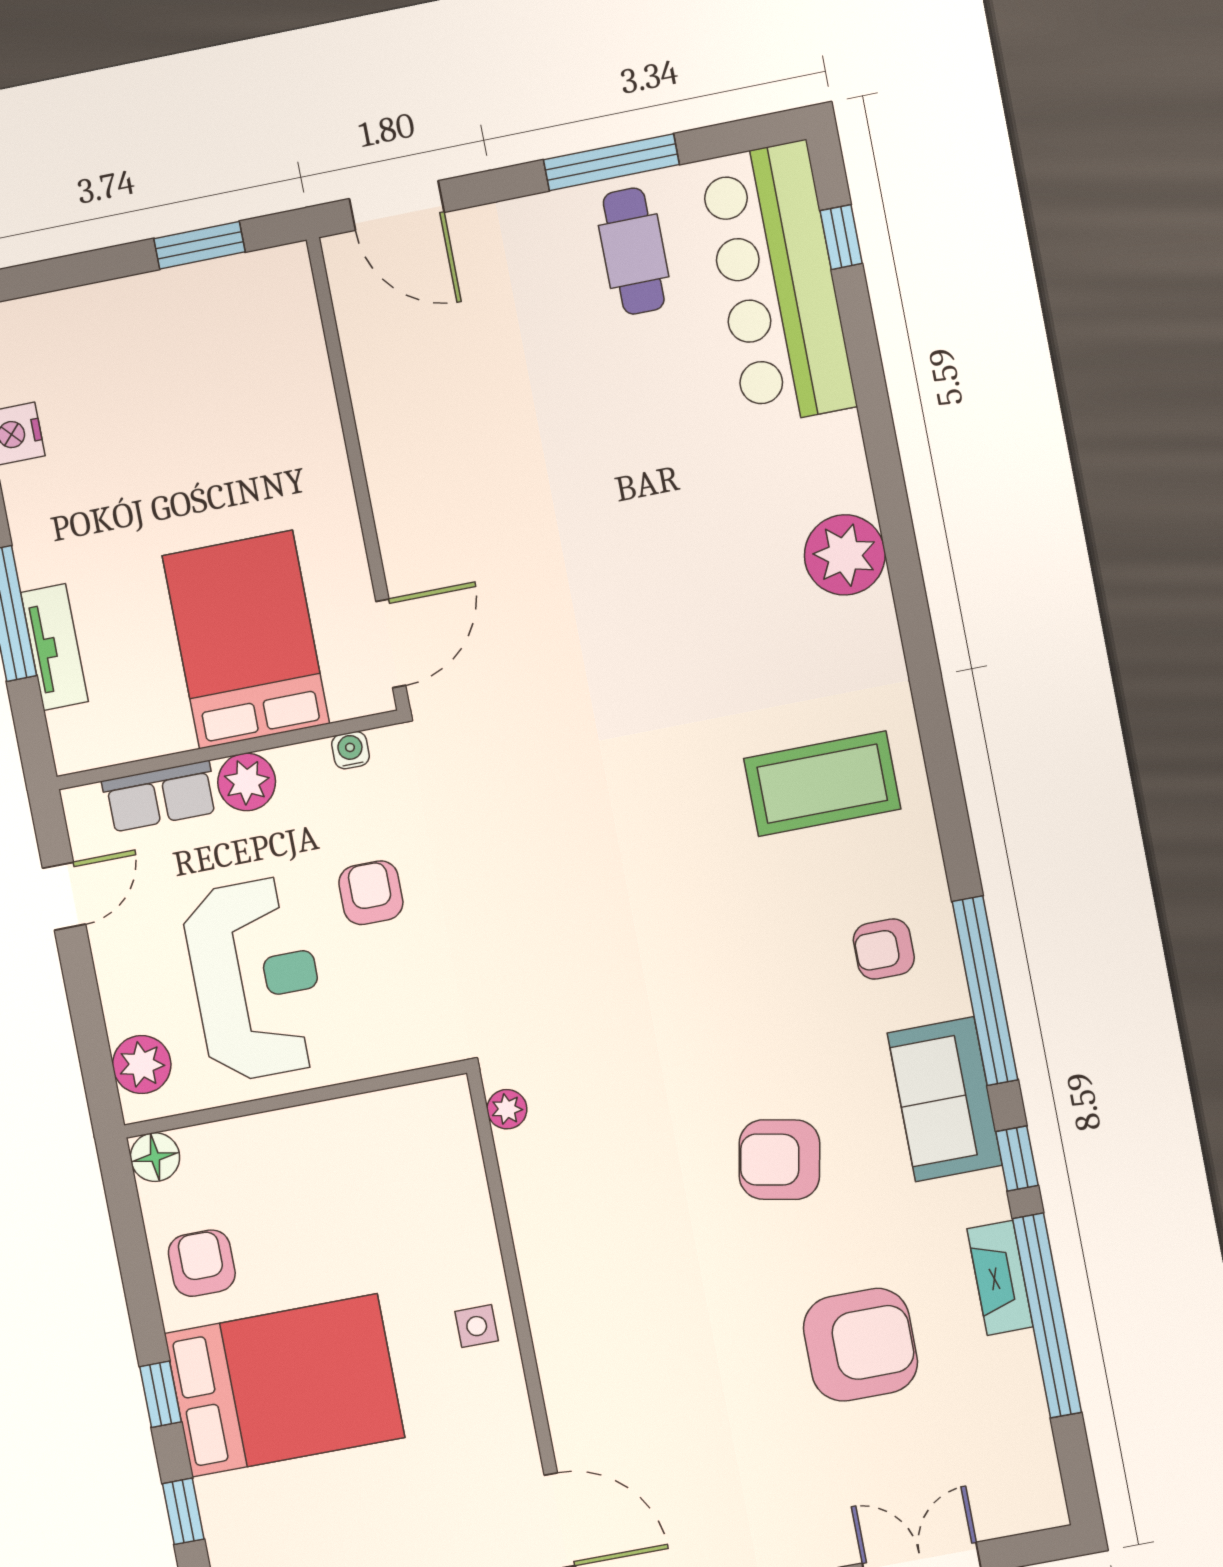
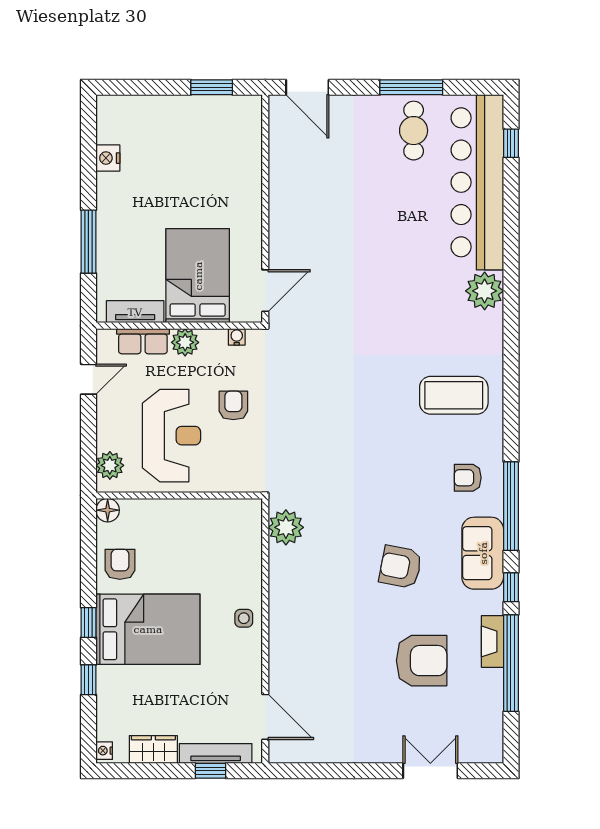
bar counter: (777, 284) -> (477, 182), width x1.36
tv unit: (54, 647) -> (135, 312), moved, turned -90
plant: (507, 1109) -> (286, 527), width x1.88, depth x1.88

